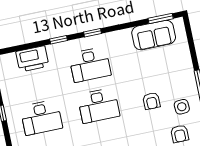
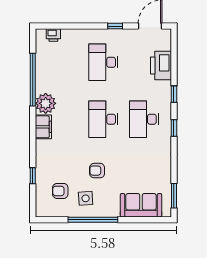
sofa: (154, 35) -> (141, 205), moved, turned 90

